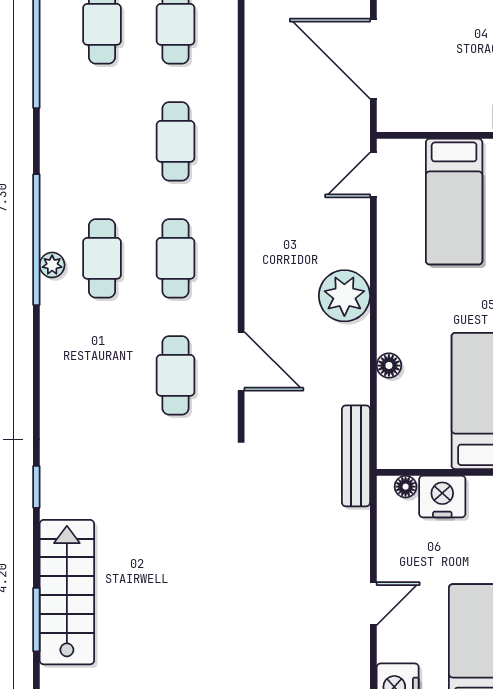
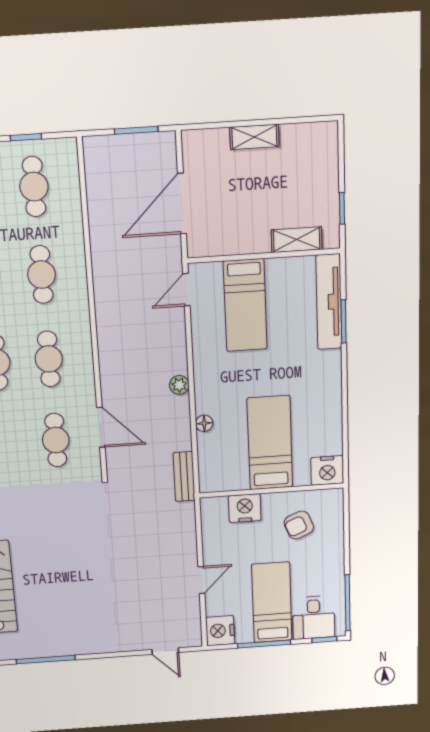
door: (373, 59) -> (182, 204), hinge flipped
plant: (344, 296) -> (179, 385), width x0.53, depth x0.53
bench: (356, 456) -> (184, 477), width x0.73
floor lamp: (406, 487) -> (219, 503), removed

